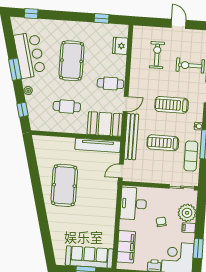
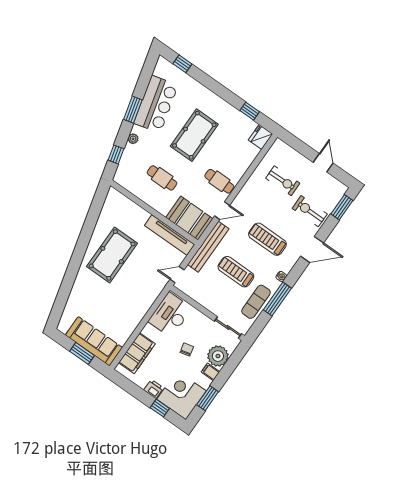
fridge: (120, 46) -> (261, 137), moved
exercise bike: (157, 55) -> (283, 181), turned 89

